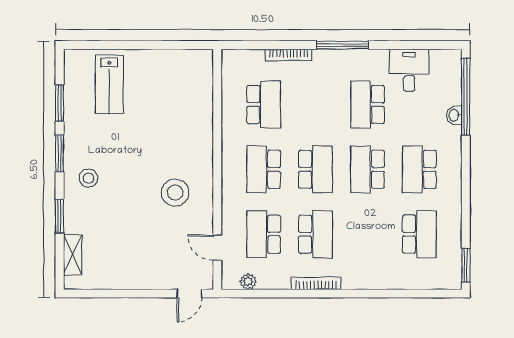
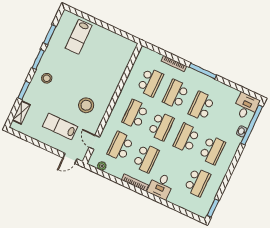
desk: (409, 70) -> (246, 106), moved
school desk: (316, 104) -> (176, 94), added
school desk: (419, 169) -> (212, 150), turned 180
lab bench: (148, 248) -> (60, 126), added
desk: (362, 269) -> (161, 186), added

